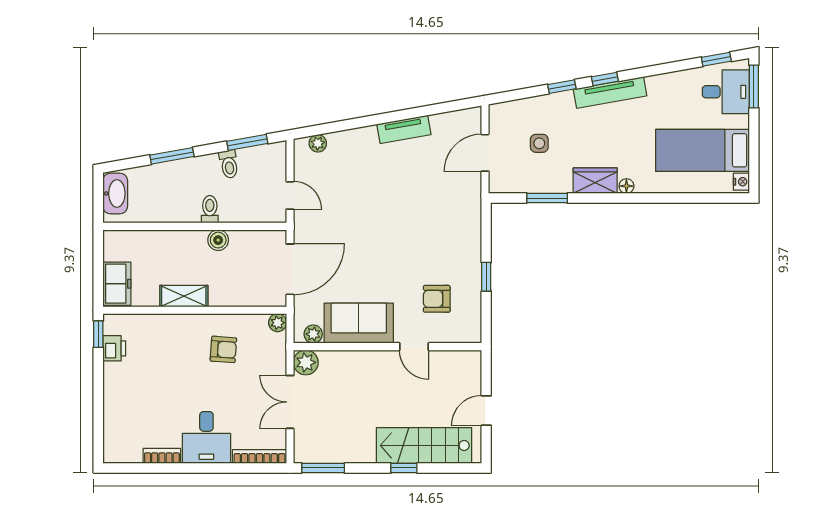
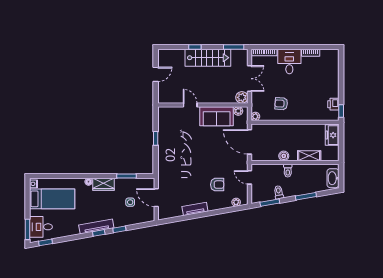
door: (485, 153) -> (156, 198), swing flipped
door: (290, 269) -> (249, 142), hinge flipped
shelving: (184, 296) -> (309, 156), moved
armchair: (437, 299) -> (217, 185), moved
stairs: (424, 445) -> (208, 58), moved

